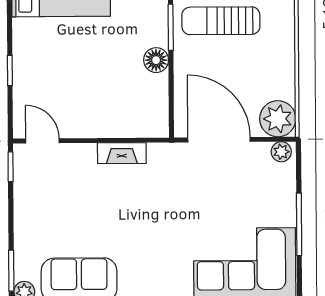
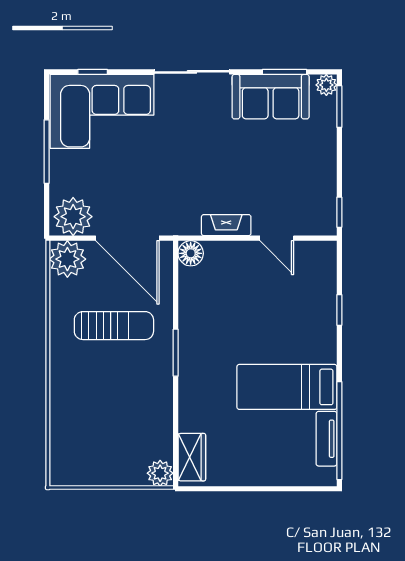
sun lounger: (221, 21) -> (114, 326), moved
floor lamp: (156, 60) -> (191, 253), moved
door: (42, 141) -> (277, 238), moved
plant: (281, 152) -> (73, 217), width x1.87, depth x1.87

